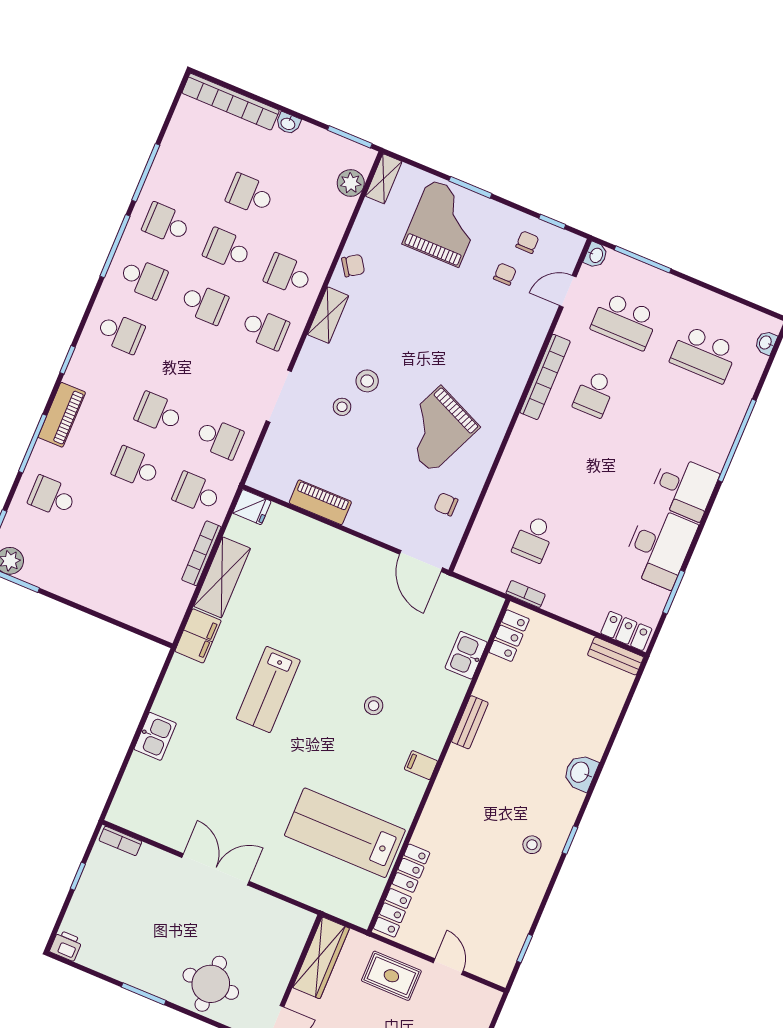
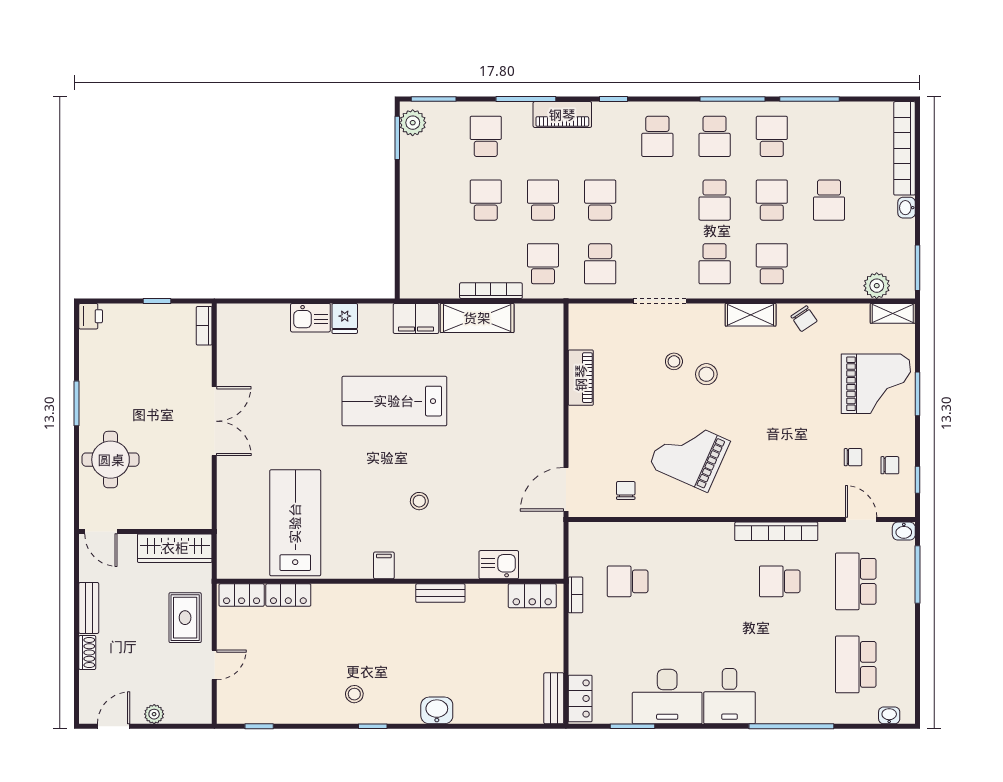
school desk: (250, 194) -> (829, 200), turned 180
fridge: (252, 507) -> (345, 318), moved
school desk: (113, 522) -> (486, 200), added
lab bench: (268, 690) -> (394, 401), width x1.36, depth x1.39

